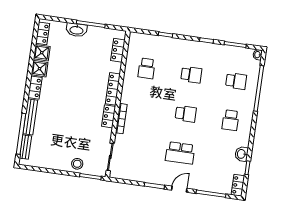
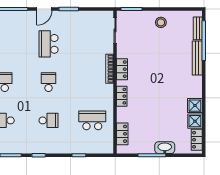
school desk: (147, 68) -> (92, 120), width x1.85
school desk: (191, 75) -> (49, 120), turned 180
locker: (35, 88) -> (197, 87), removed
locker: (113, 89) -> (122, 96), width x0.66
school desk: (186, 114) -> (49, 82), turned 90
school desk: (180, 153) -> (49, 44), turned -90
stool: (77, 164) -> (161, 22), moved

